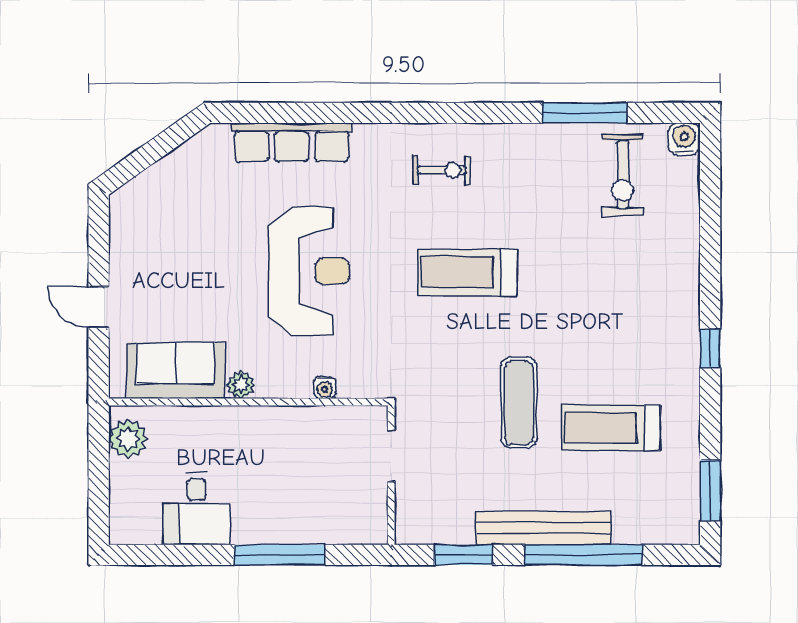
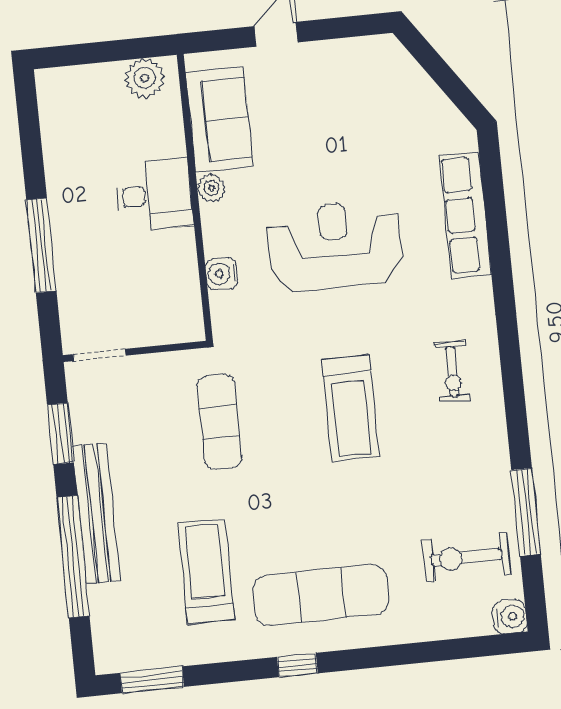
reception desk: (309, 271) -> (335, 246), turned 180
treadmill: (467, 272) -> (350, 408), turned 180
exercise mat: (645, 319) -> (321, 595), added
water cooler: (325, 388) -> (222, 274), width x1.38, depth x1.38
exercise mat: (519, 403) -> (220, 422), moved, turned 90
doorway: (391, 456) -> (99, 355), moved
desk: (196, 509) -> (154, 195), moved, turned 180

